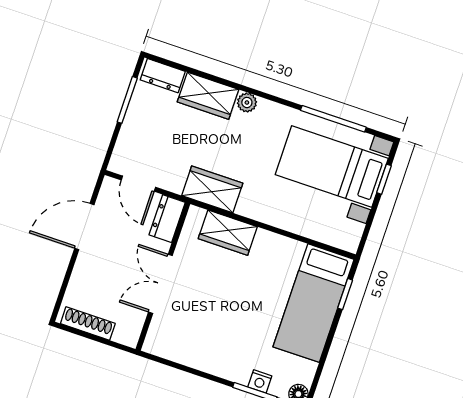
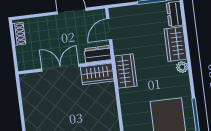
wardrobe: (228, 233) -> (97, 74), moved, turned -90
shoe rack: (88, 324) -> (19, 34), width x0.70

